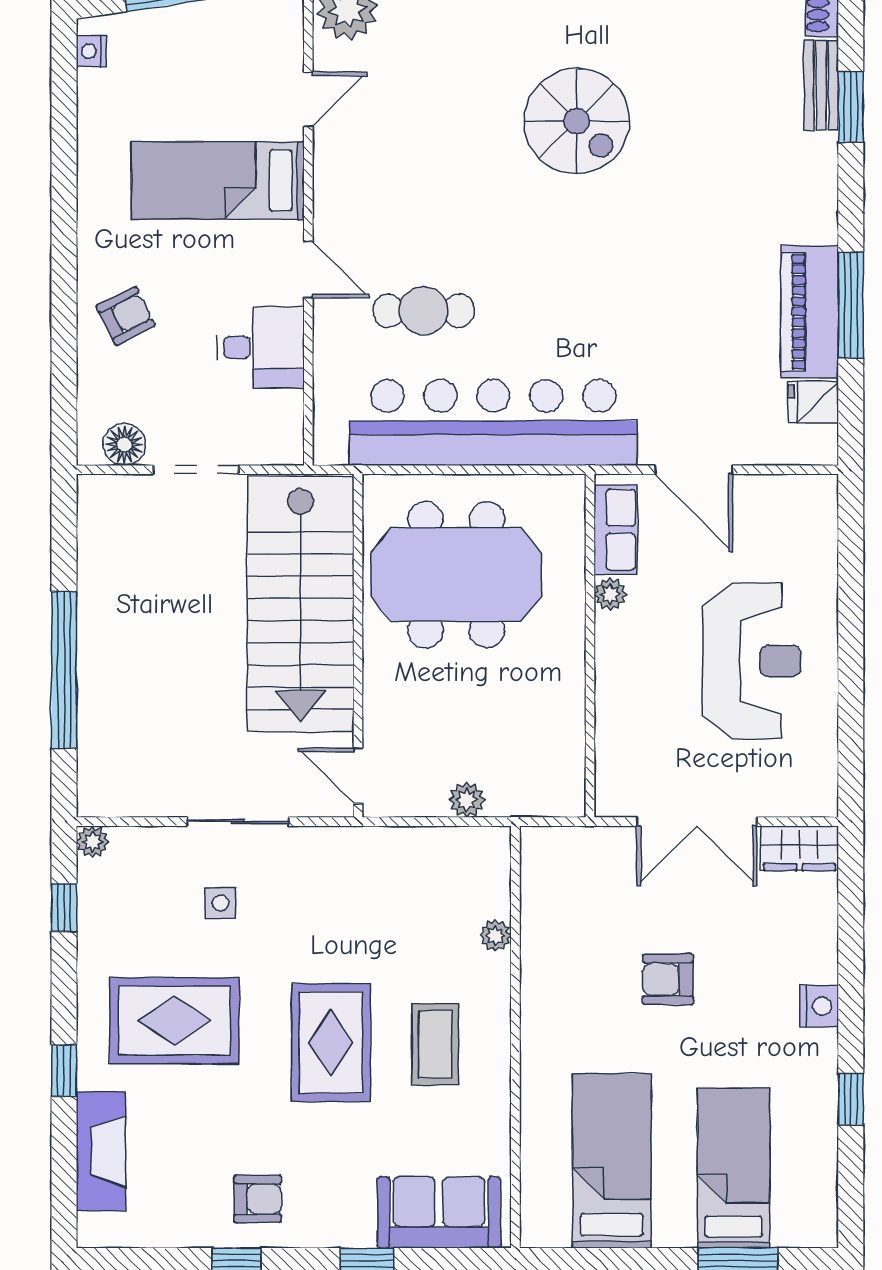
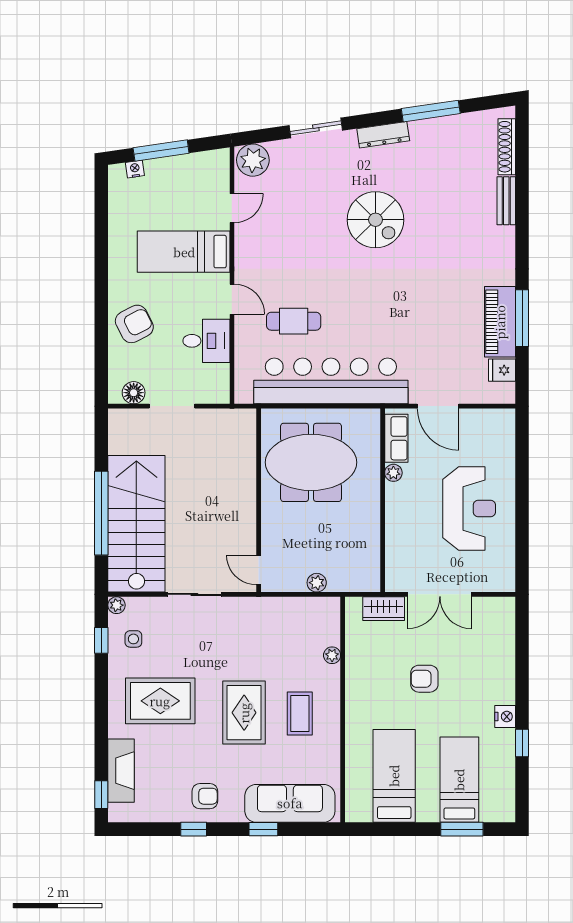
nightstand: (91, 51) -> (135, 169), moved, turned 82
window: (851, 107) -> (522, 212), removed
armchair: (126, 316) -> (134, 324), width x1.38, depth x1.38
stairs: (301, 604) -> (136, 524), moved, turned 180
wardrobe: (800, 848) -> (384, 609), moved
side table: (221, 903) -> (133, 639), moved
nightstand: (819, 1006) -> (505, 717), moved
window: (64, 1071) -> (101, 795), moved
sofa: (439, 1212) -> (290, 803), width x1.36

